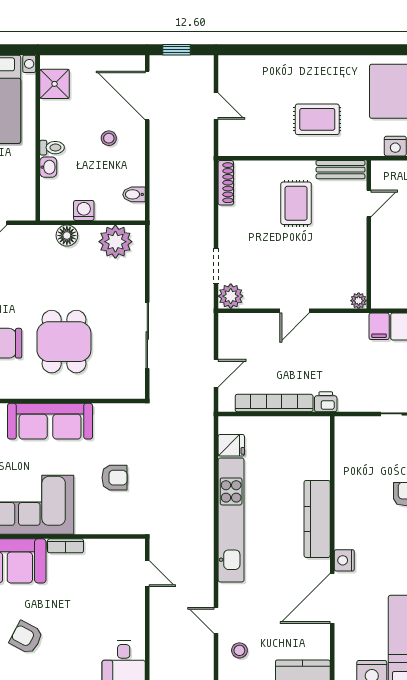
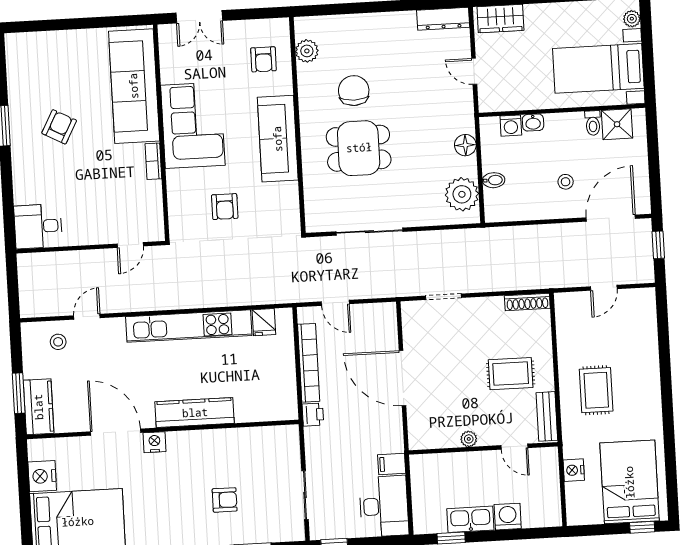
toilet: (52, 148) -> (593, 123), moved
bidet: (134, 194) -> (494, 180), moved, turned 90
washing machine: (84, 210) -> (511, 126), moved, turned 90
plant: (231, 296) -> (414, 313), removed
plant: (359, 301) -> (469, 439), moved
door: (295, 311) -> (402, 378), width x1.87

